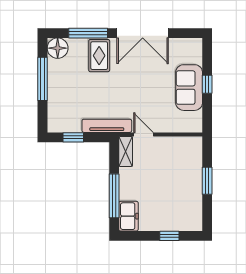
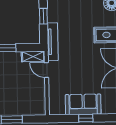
door: (144, 134) -> (47, 70), swing flipped

